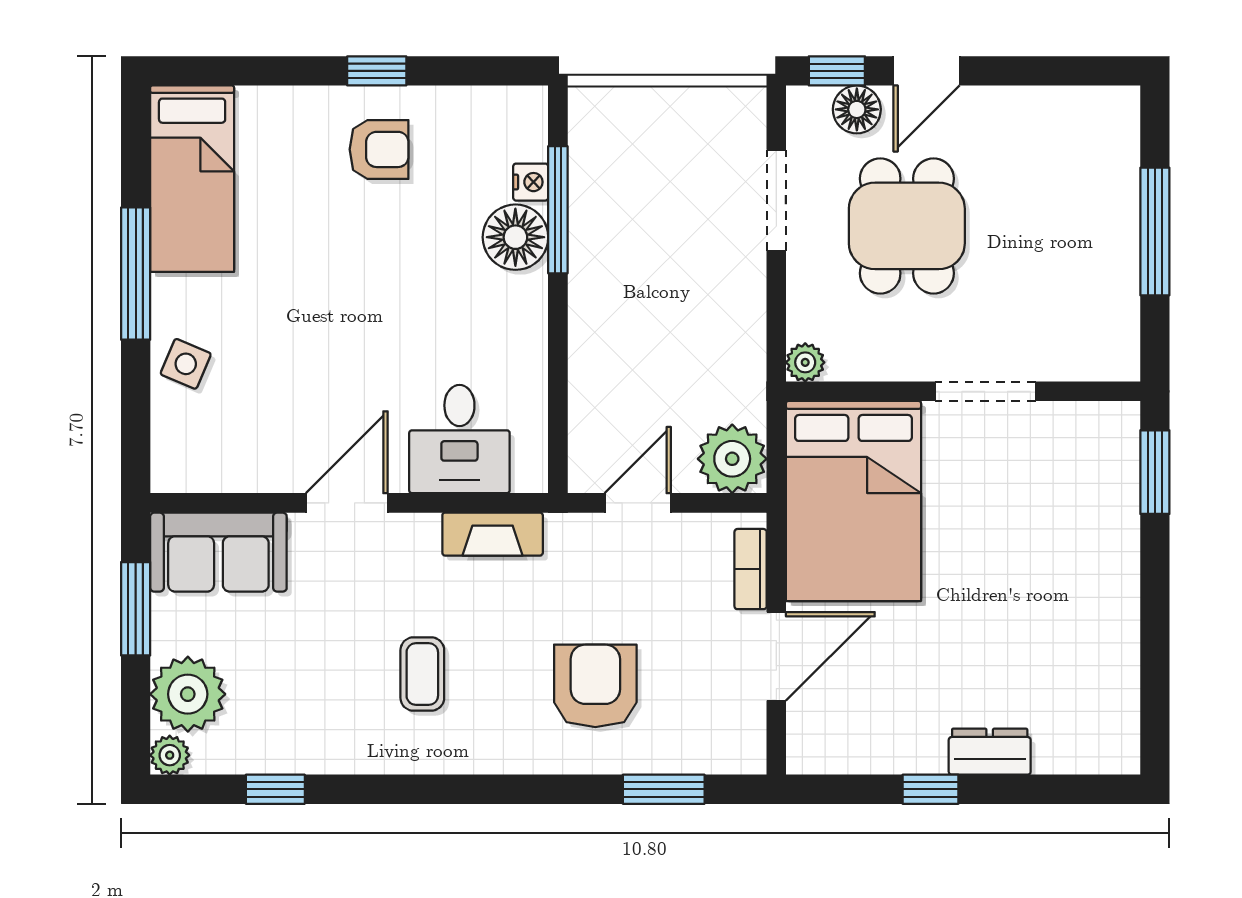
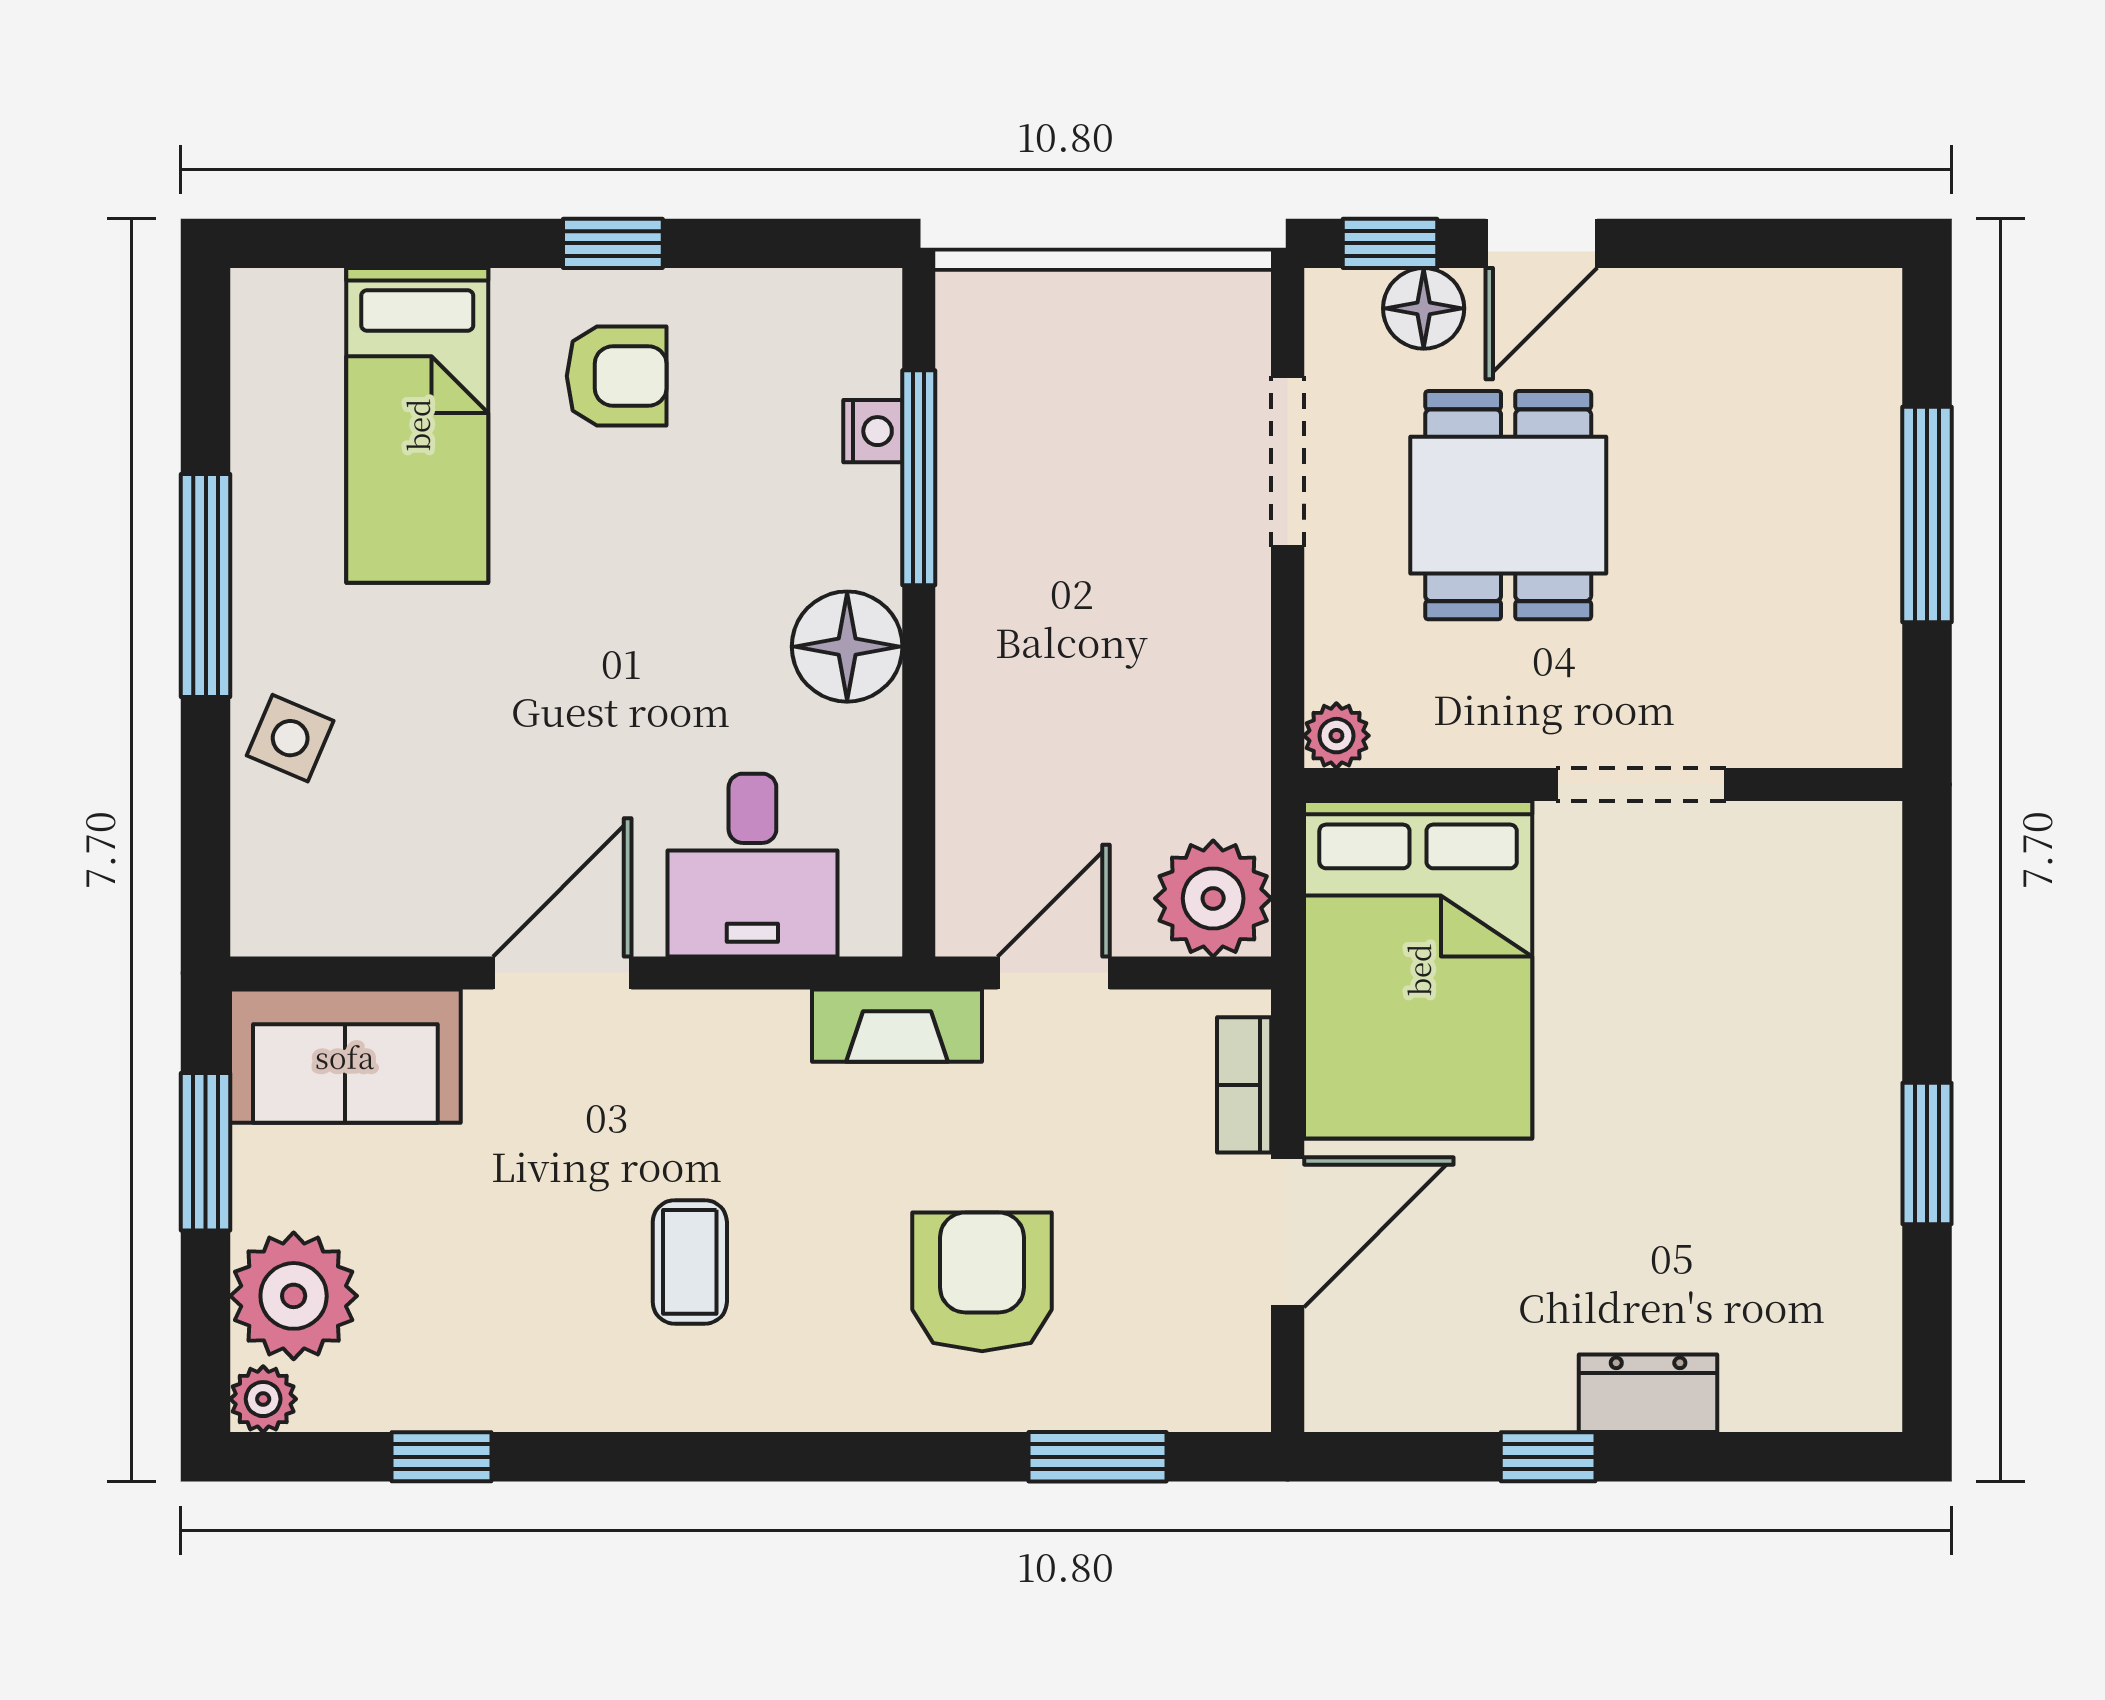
bed: (192, 179) -> (417, 425), moved
floor lamp: (515, 237) -> (847, 647), moved
window: (1155, 472) -> (1927, 1154), moved
fireplace: (493, 534) -> (897, 1026), moved

